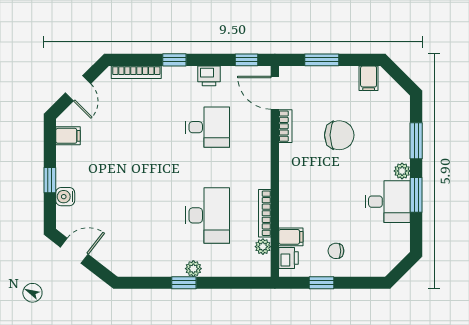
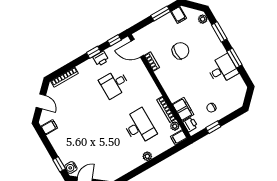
window: (174, 60) -> (94, 52), moved
window: (322, 60) -> (161, 14), moved
desk: (208, 127) -> (114, 84), turned 180
plant: (402, 171) -> (203, 19), moved
window: (50, 180) -> (59, 164), moved
water cooler: (65, 197) -> (71, 167), moved
filing cabinet: (291, 237) -> (183, 109), width x2.00
filing cabinet: (259, 268) -> (179, 137), added
window: (184, 283) -> (147, 166), removed

